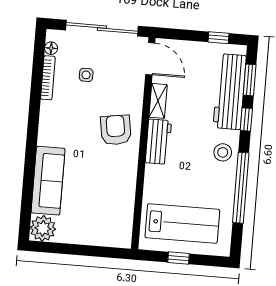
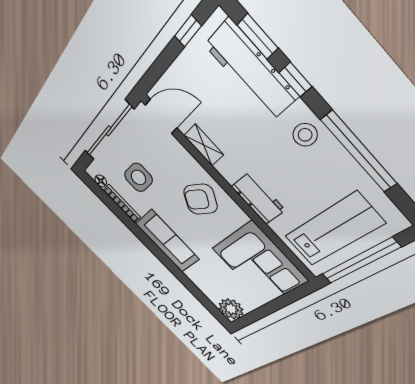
side table: (86, 75) -> (138, 178), width x1.87, depth x1.87
armchair: (116, 130) -> (200, 199), turned -50
workbench: (158, 142) -> (258, 198), moved
sofa: (48, 181) -> (167, 241), moved
corner sofa: (107, 209) -> (259, 264), added
window: (178, 258) -> (360, 261), width x3.17

